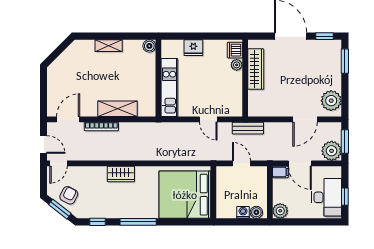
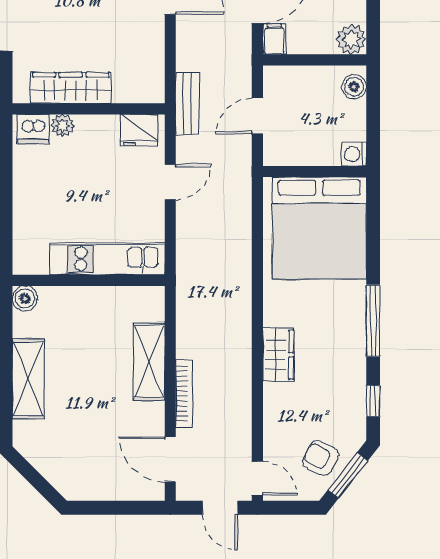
shelving: (109, 46) -> (28, 379), width x1.50, depth x1.33
fridge: (193, 48) -> (139, 130), moved, turned 90
door: (44, 145) -> (220, 508), swing flipped
washing machine: (243, 212) -> (354, 154), moved

